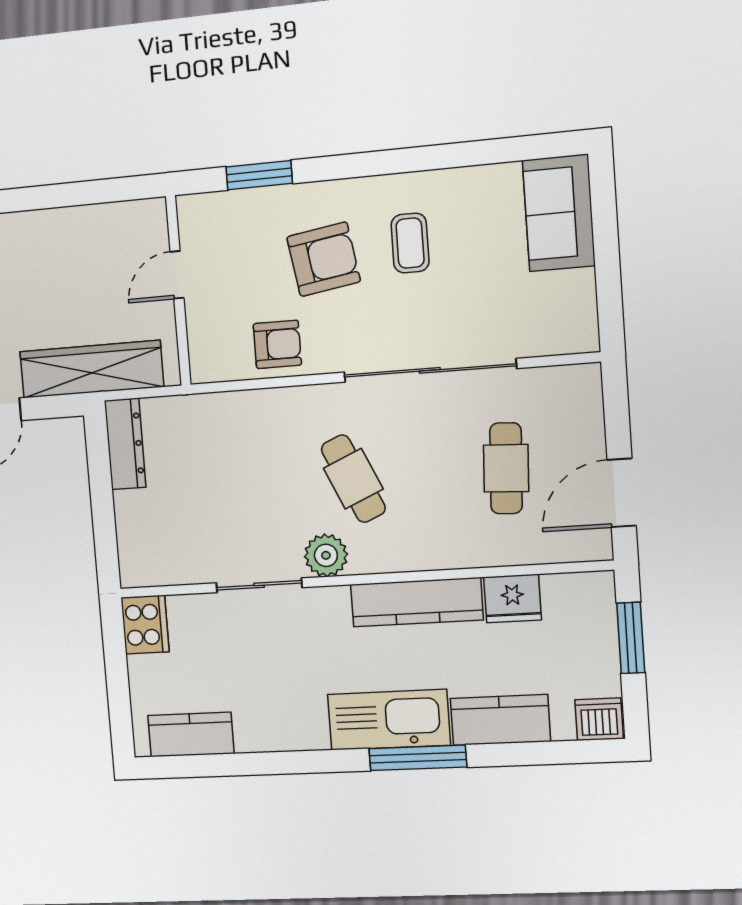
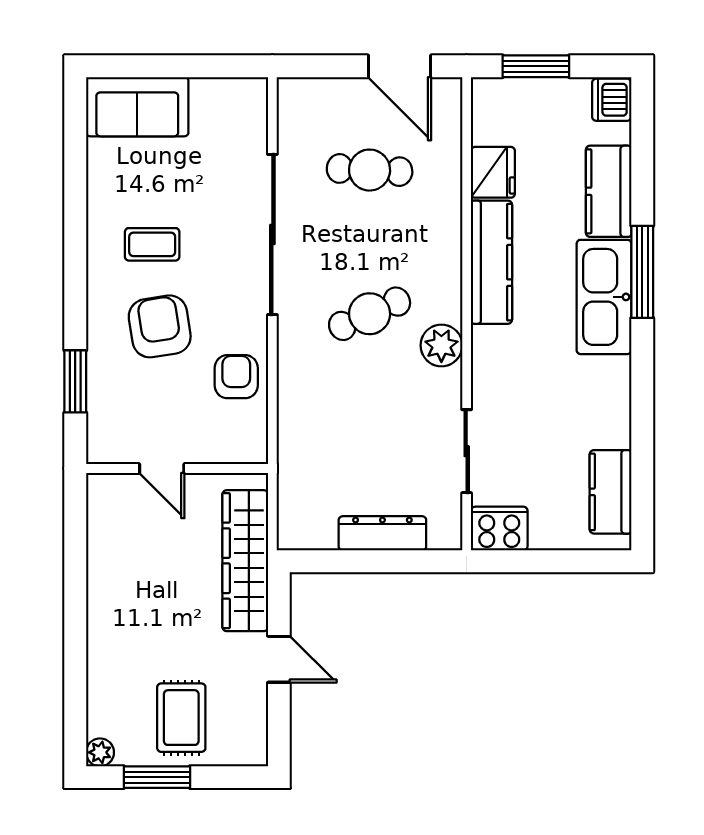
dresser: (125, 444) -> (382, 533), moved
sliding door: (259, 585) -> (467, 451), moved

